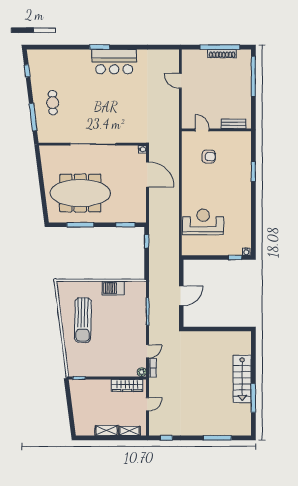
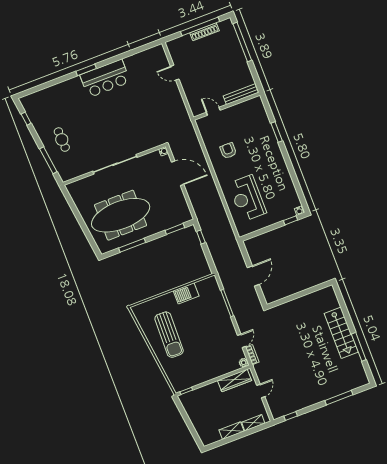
bench: (234, 124) -> (241, 94), width x1.36
armchair: (209, 157) -> (228, 151), moved, turned -92
reception desk: (203, 222) -> (247, 198), turned -90

